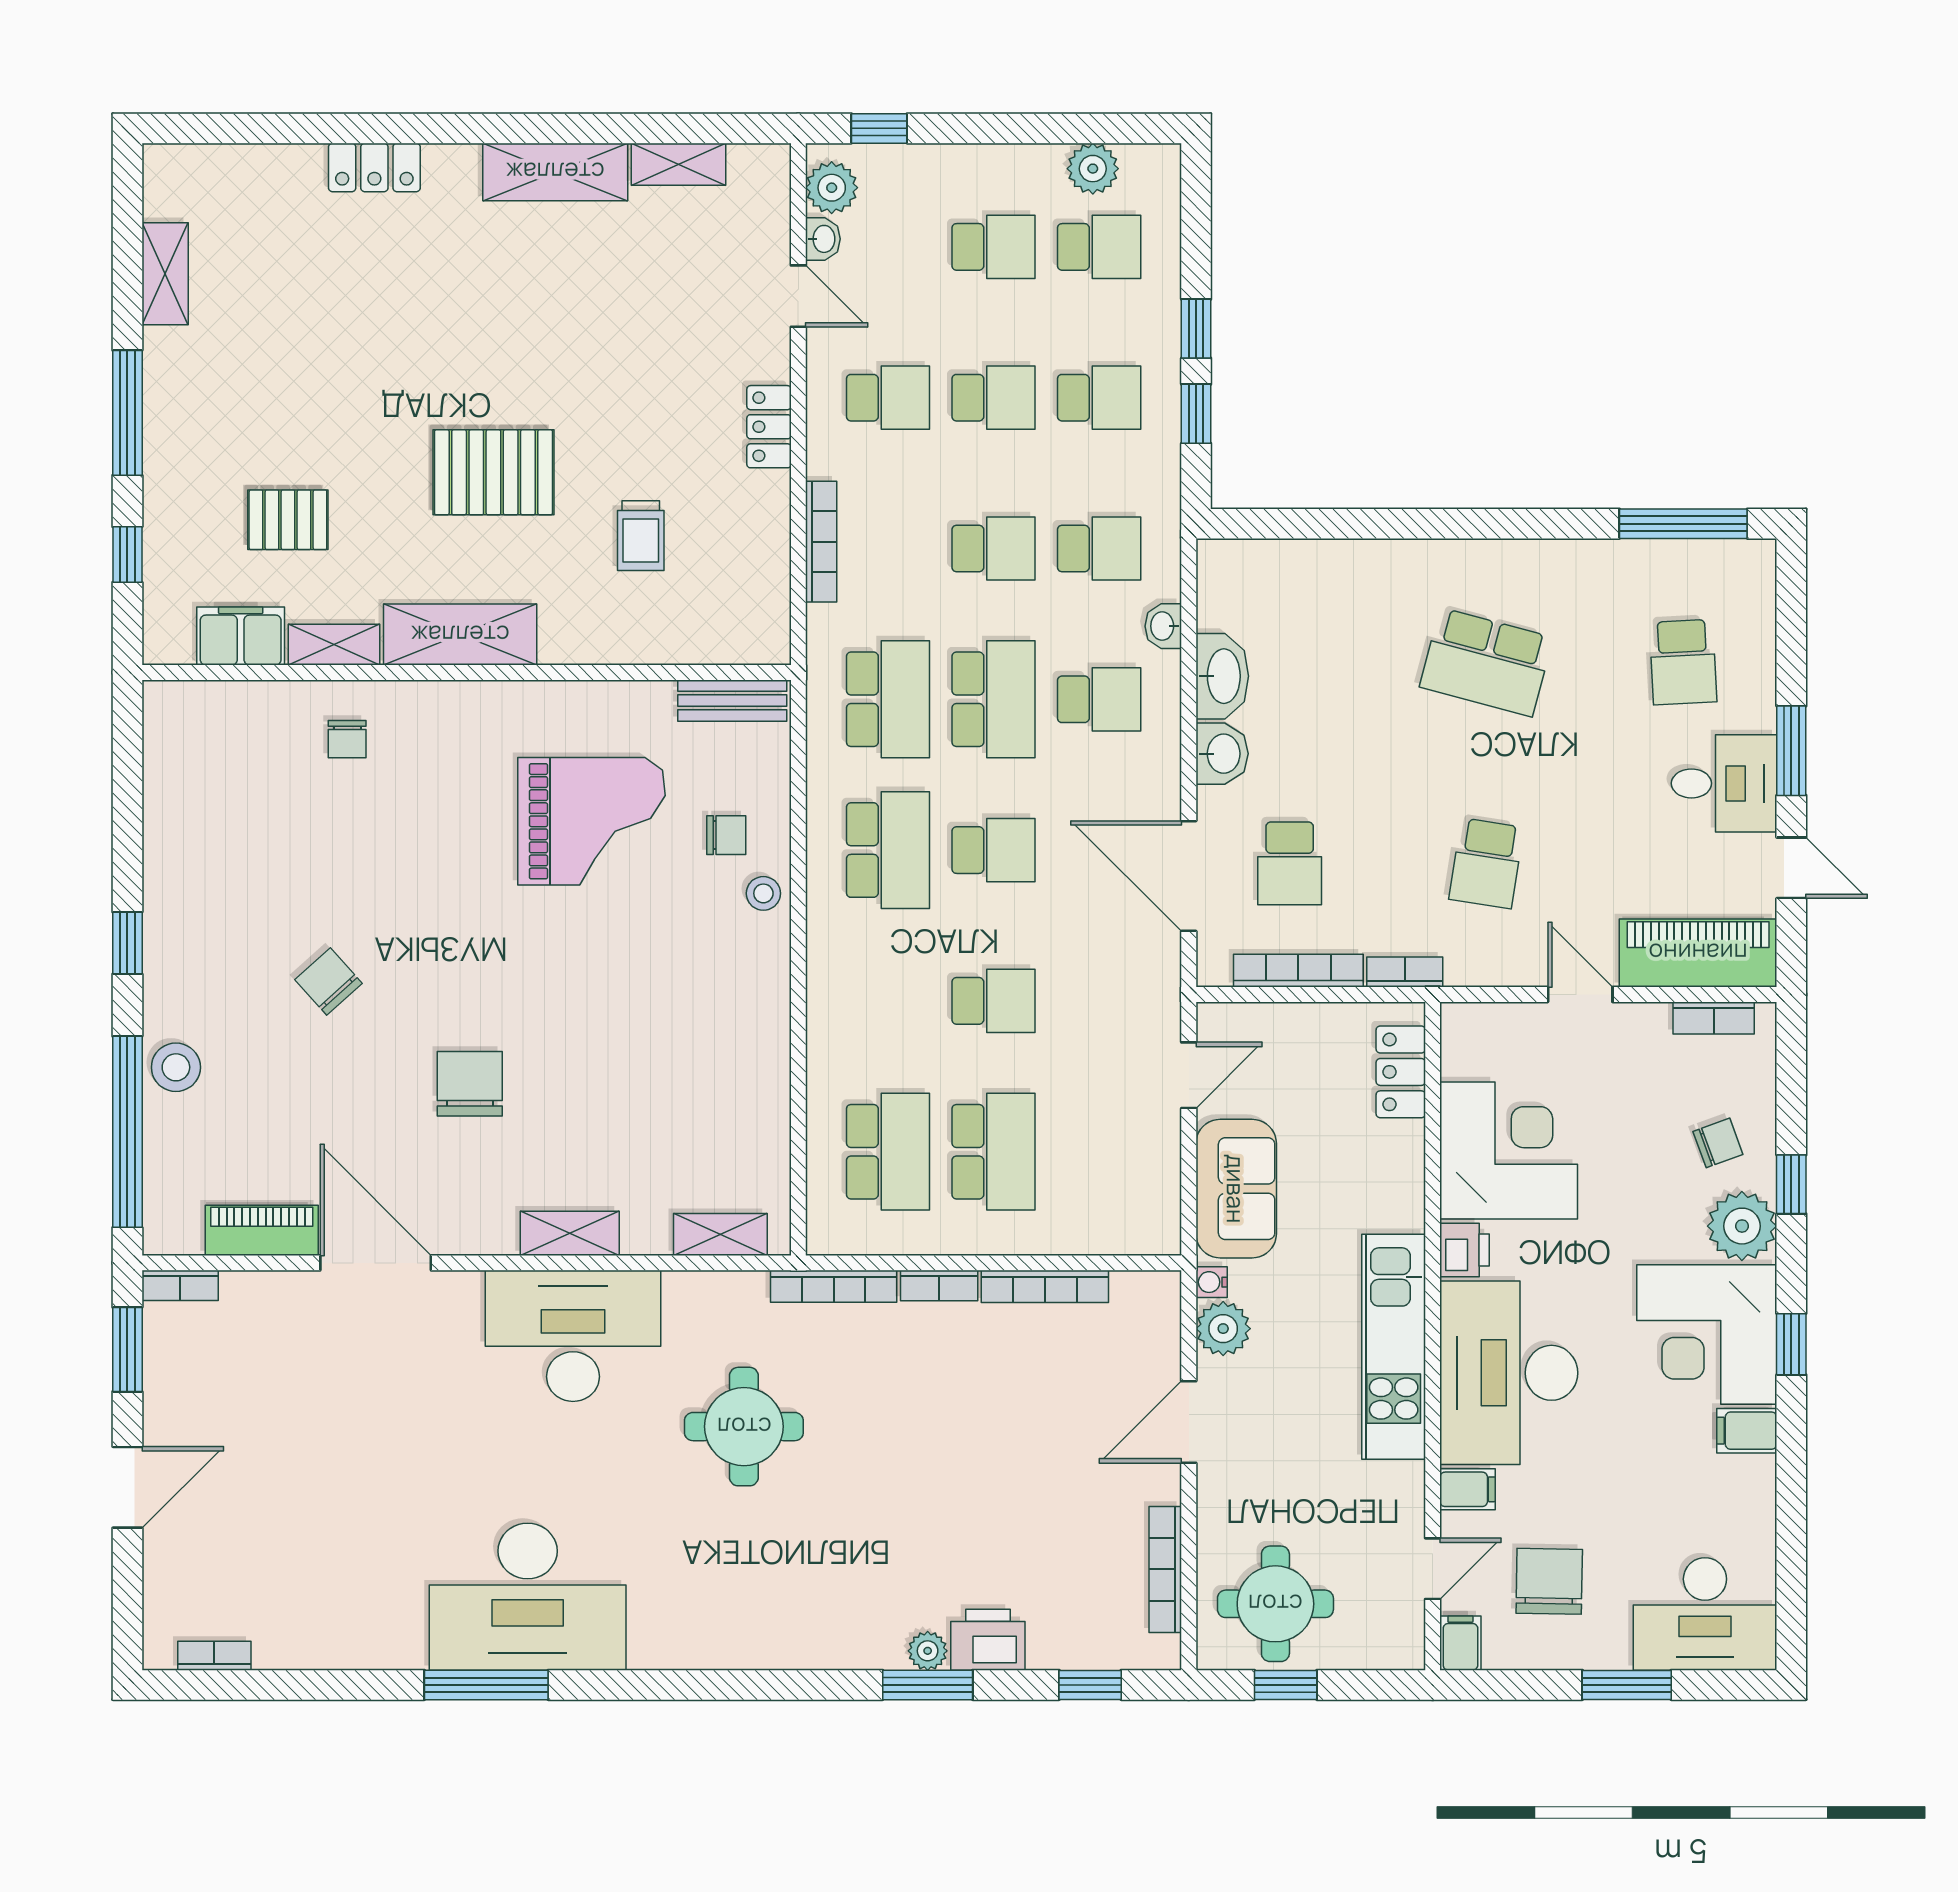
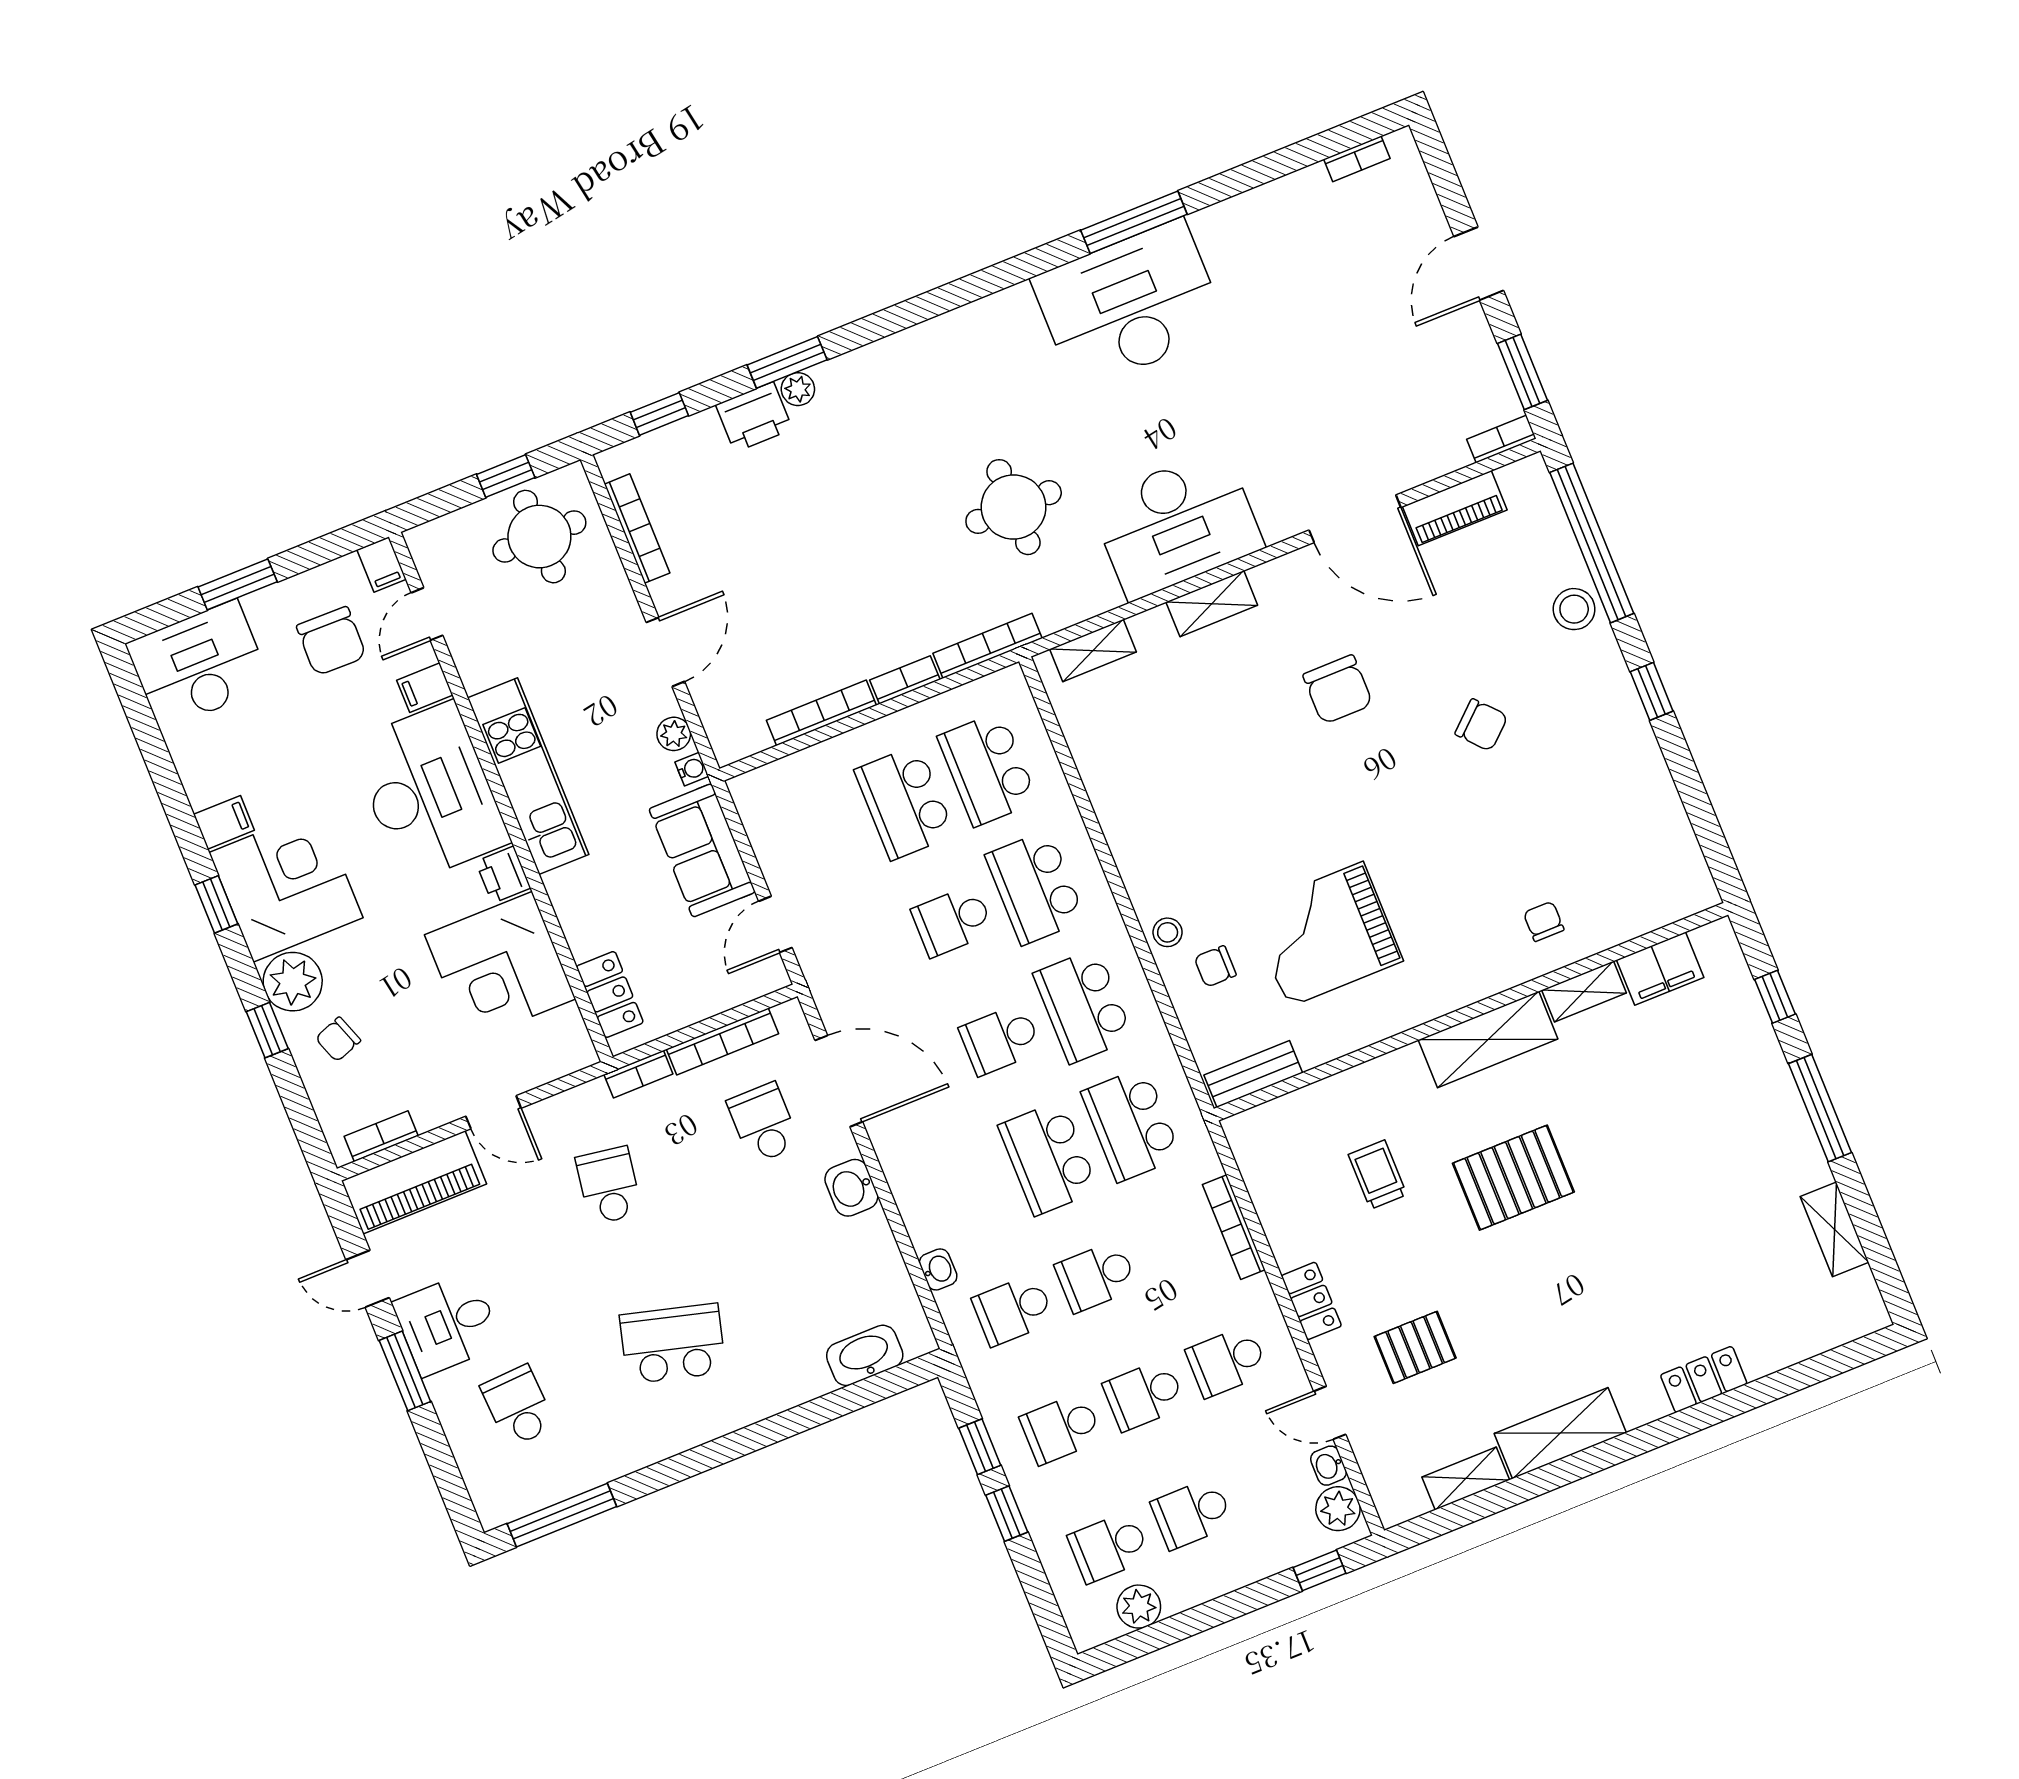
pallet: (288, 520) -> (1415, 1347), moved
washbasin: (1222, 676) -> (865, 1355), moved, turned 90
school desk: (1099, 699) -> (1035, 887), moved, width x1.85
plant: (1223, 1329) -> (674, 734), width x0.73, depth x0.73

